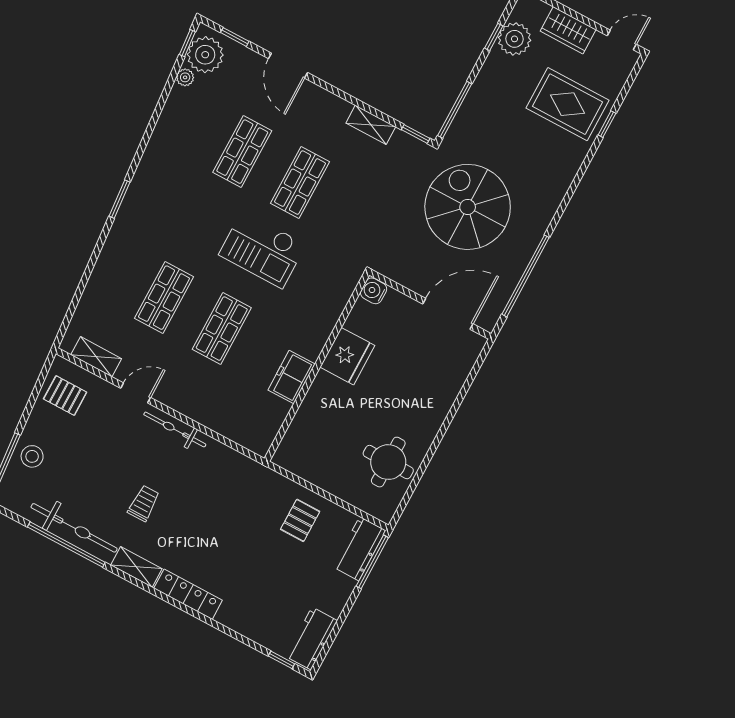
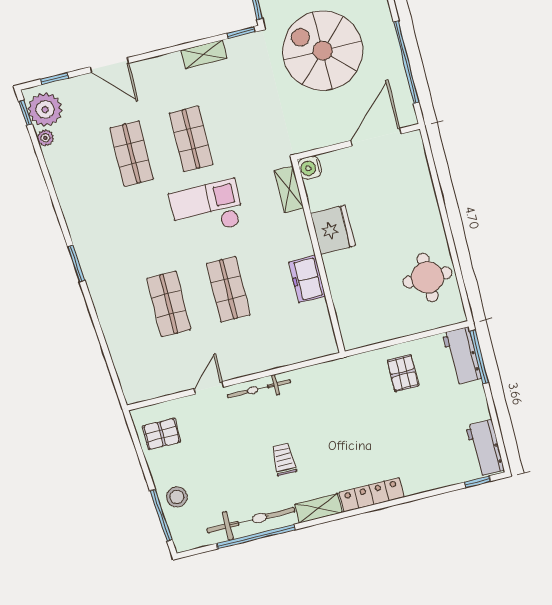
checkout: (262, 250) -> (207, 209), turned 180
shelving: (96, 357) -> (289, 189), moved, turned 90

